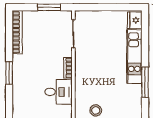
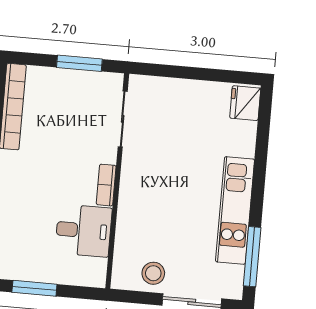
kitchen unit: (134, 56) -> (235, 210), moved
window: (145, 82) -> (252, 257), moved

